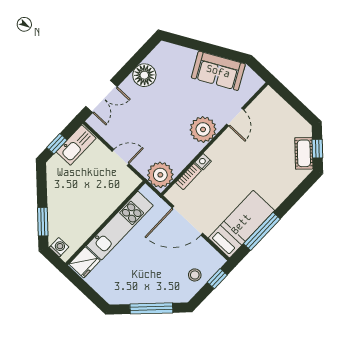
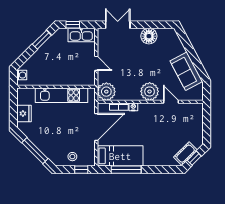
double door: (101, 97) -> (118, 25), swing flipped
door: (235, 117) -> (171, 102), swing flipped
door: (187, 221) -> (96, 127), swing flipped
window: (43, 222) -> (42, 40), moved
fridge: (84, 262) -> (24, 114), moved, turned -90

